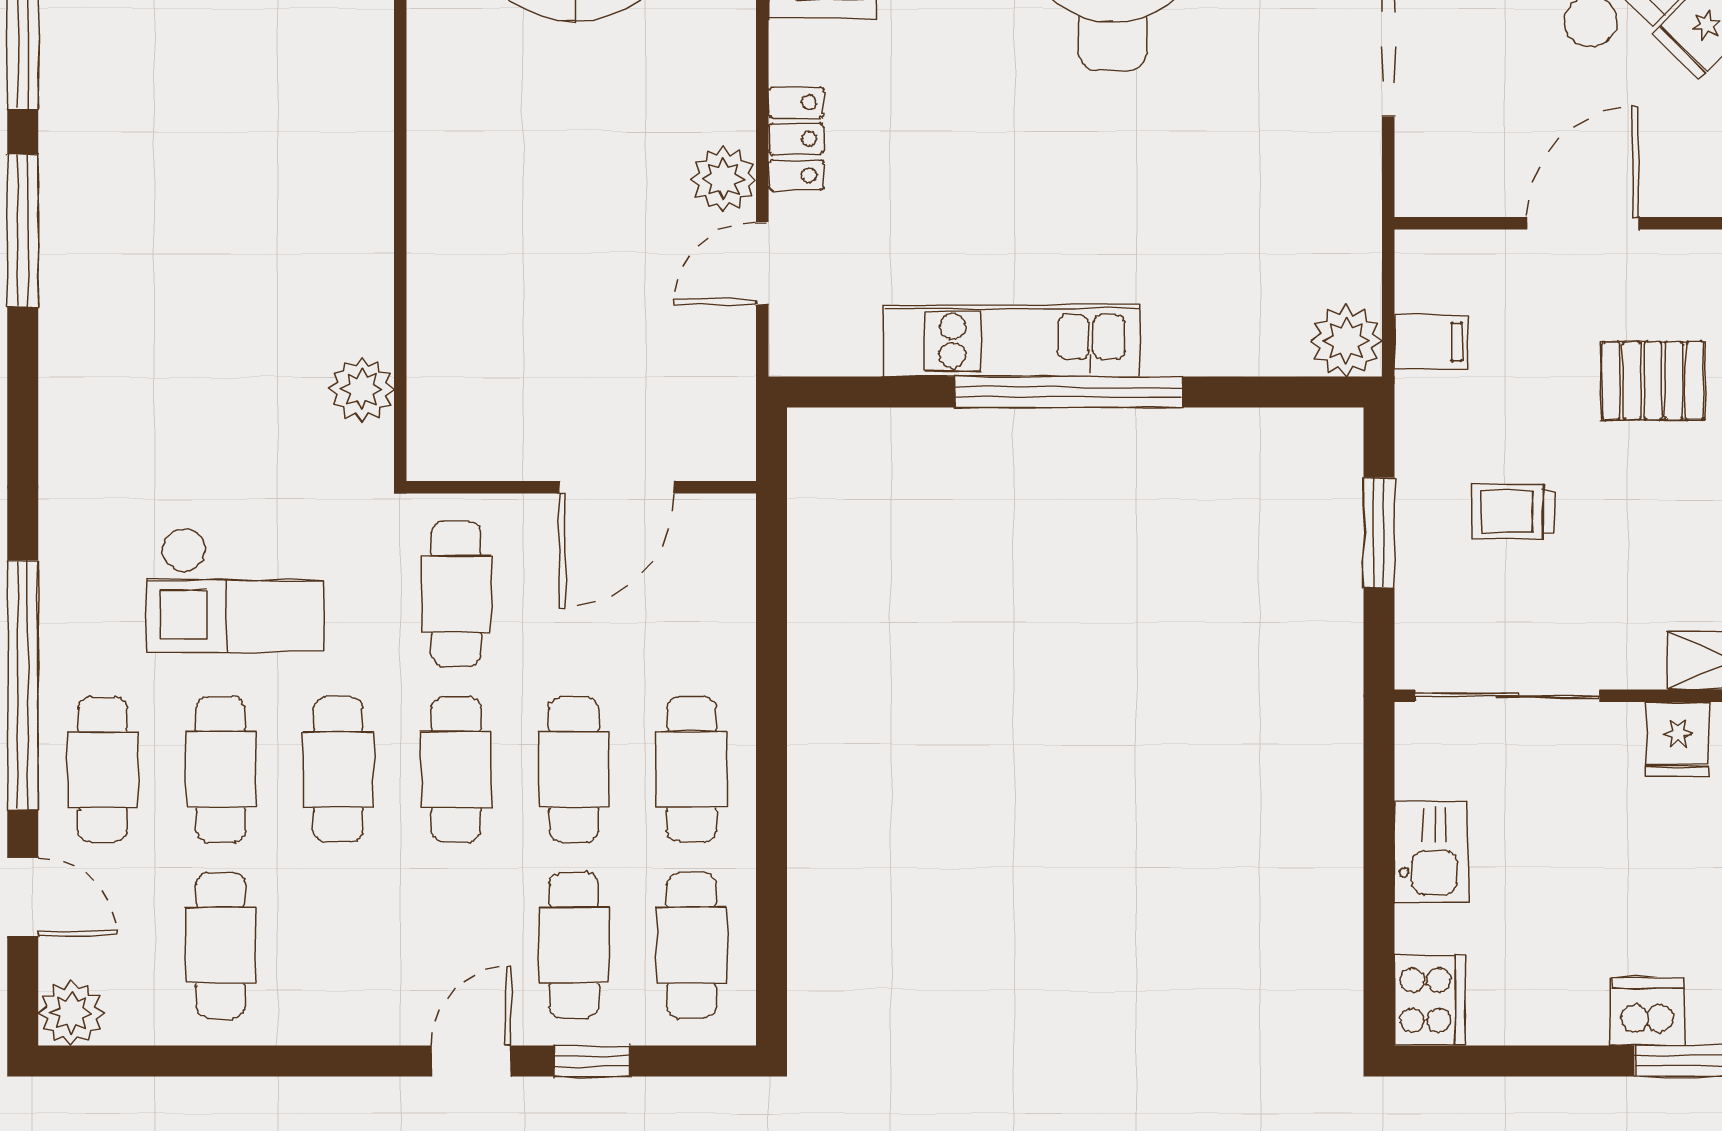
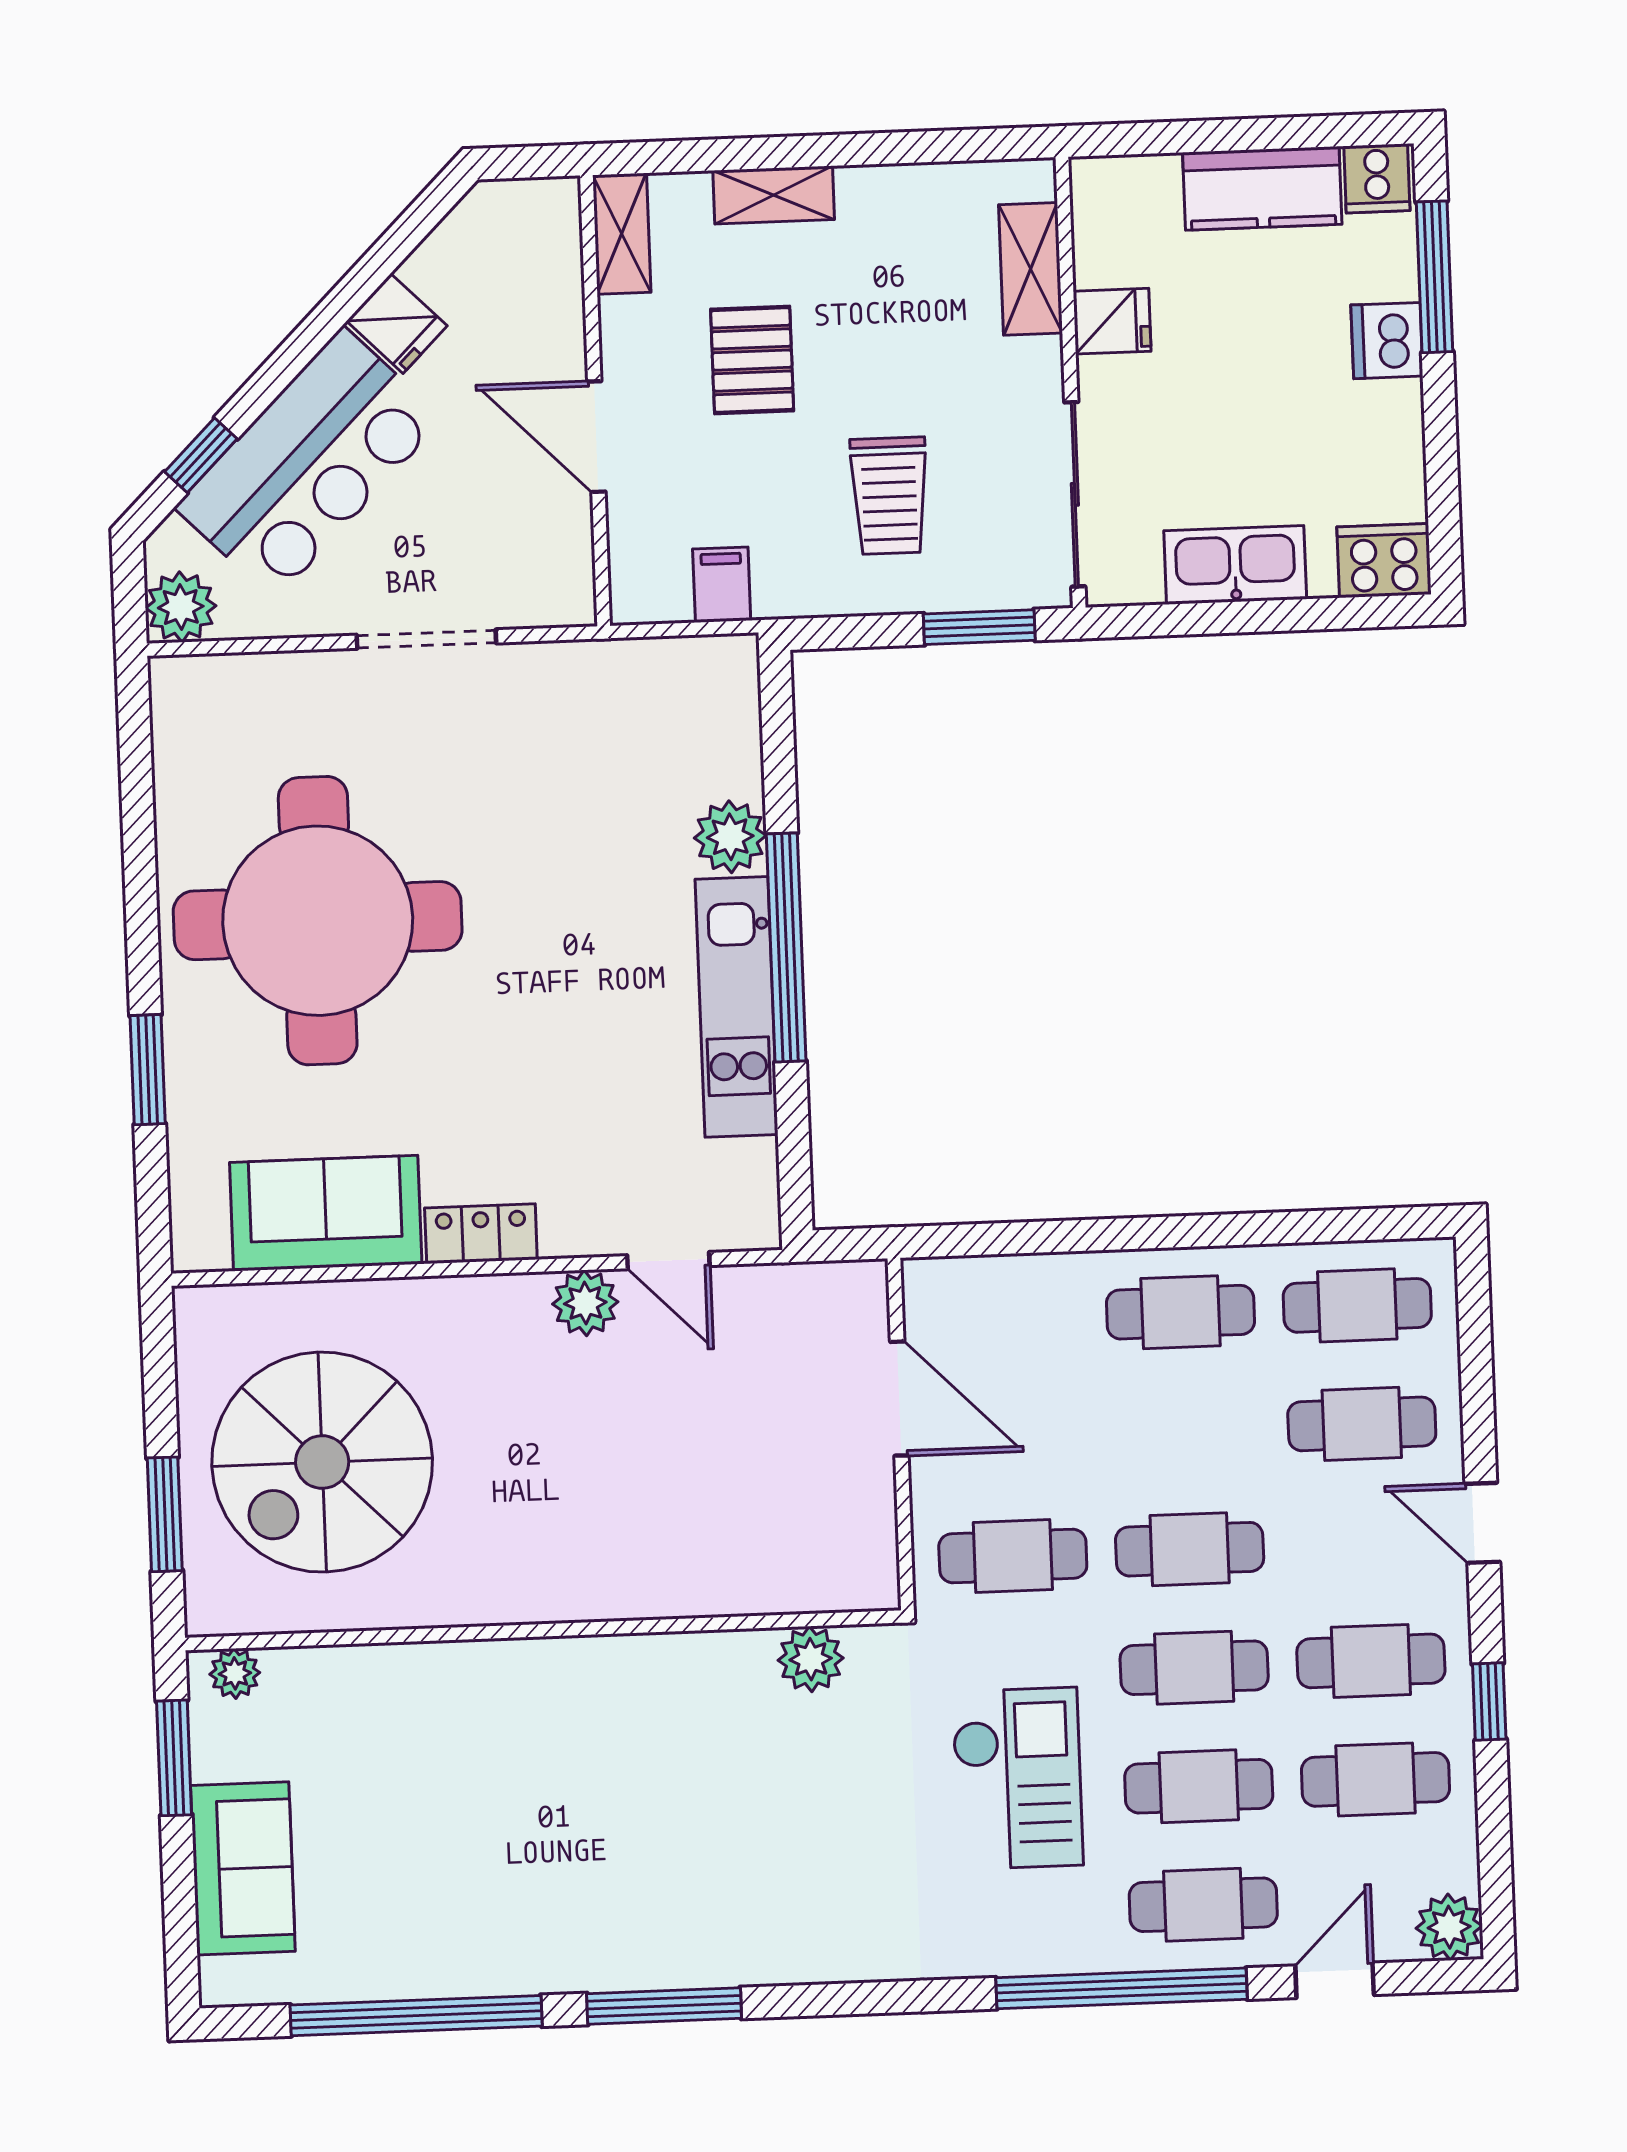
locker: (796, 139) -> (481, 1234), moved
plant: (1346, 341) -> (730, 837), moved
trolley: (1513, 512) -> (889, 496), width x1.36, depth x1.39
window: (1379, 533) -> (979, 627), moved
cafe table: (574, 769) -> (1371, 1661), moved
kitchen sink: (1431, 852) -> (1235, 565), width x1.38
window: (592, 1061) -> (1489, 1702), moved

